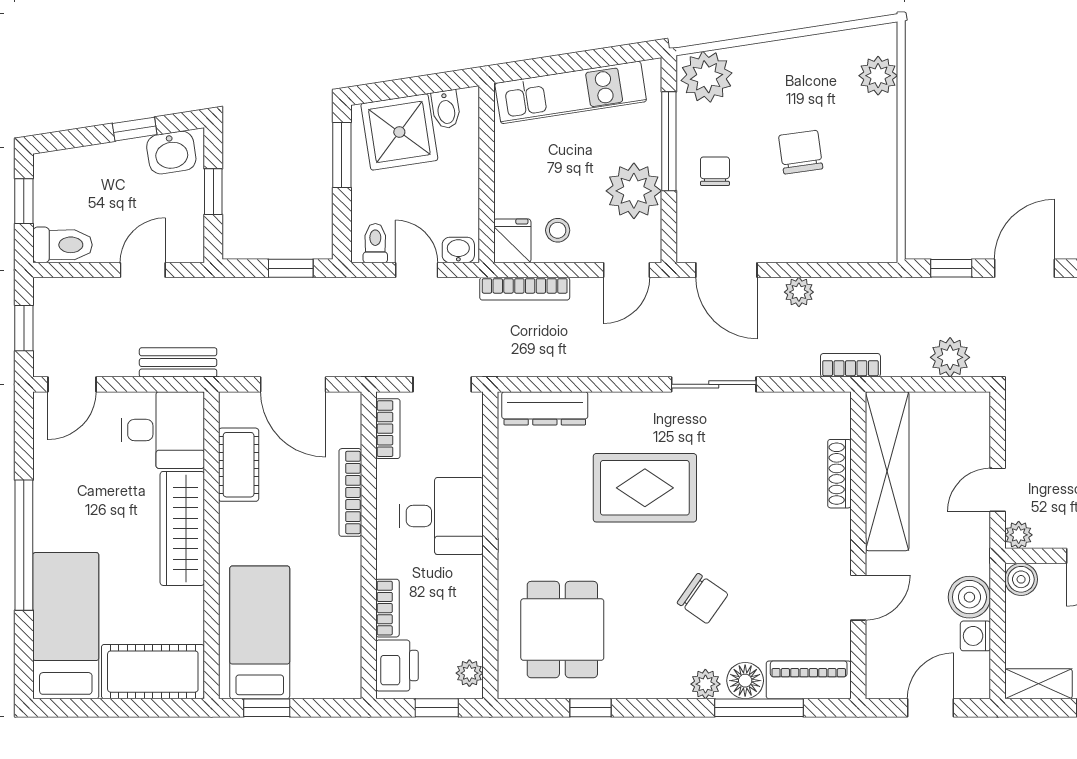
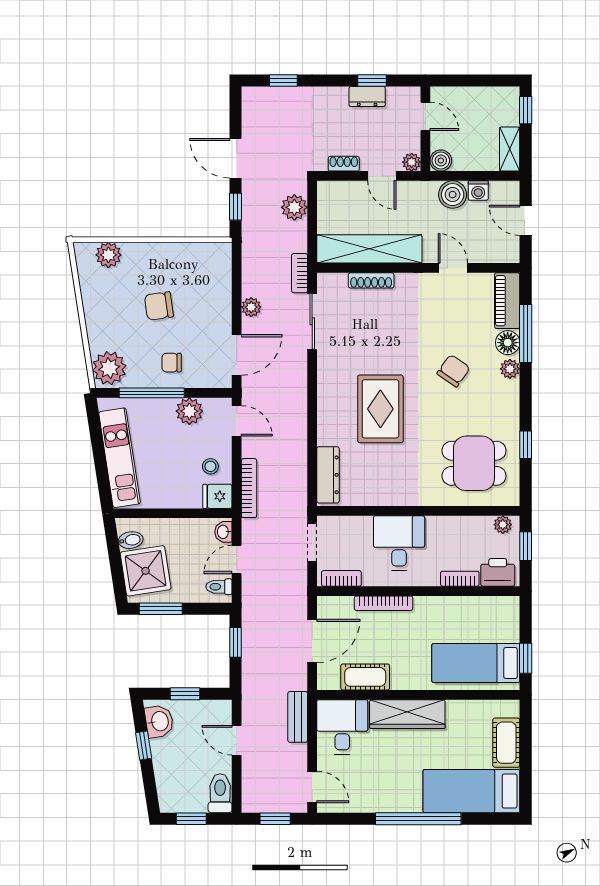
plant: (634, 191) -> (189, 411), width x0.73, depth x0.73
sliding door: (714, 384) -> (312, 321), moved
shoe rack: (1016, 432) -> (344, 164), added
cot: (153, 672) -> (506, 743), width x0.73, depth x0.75

